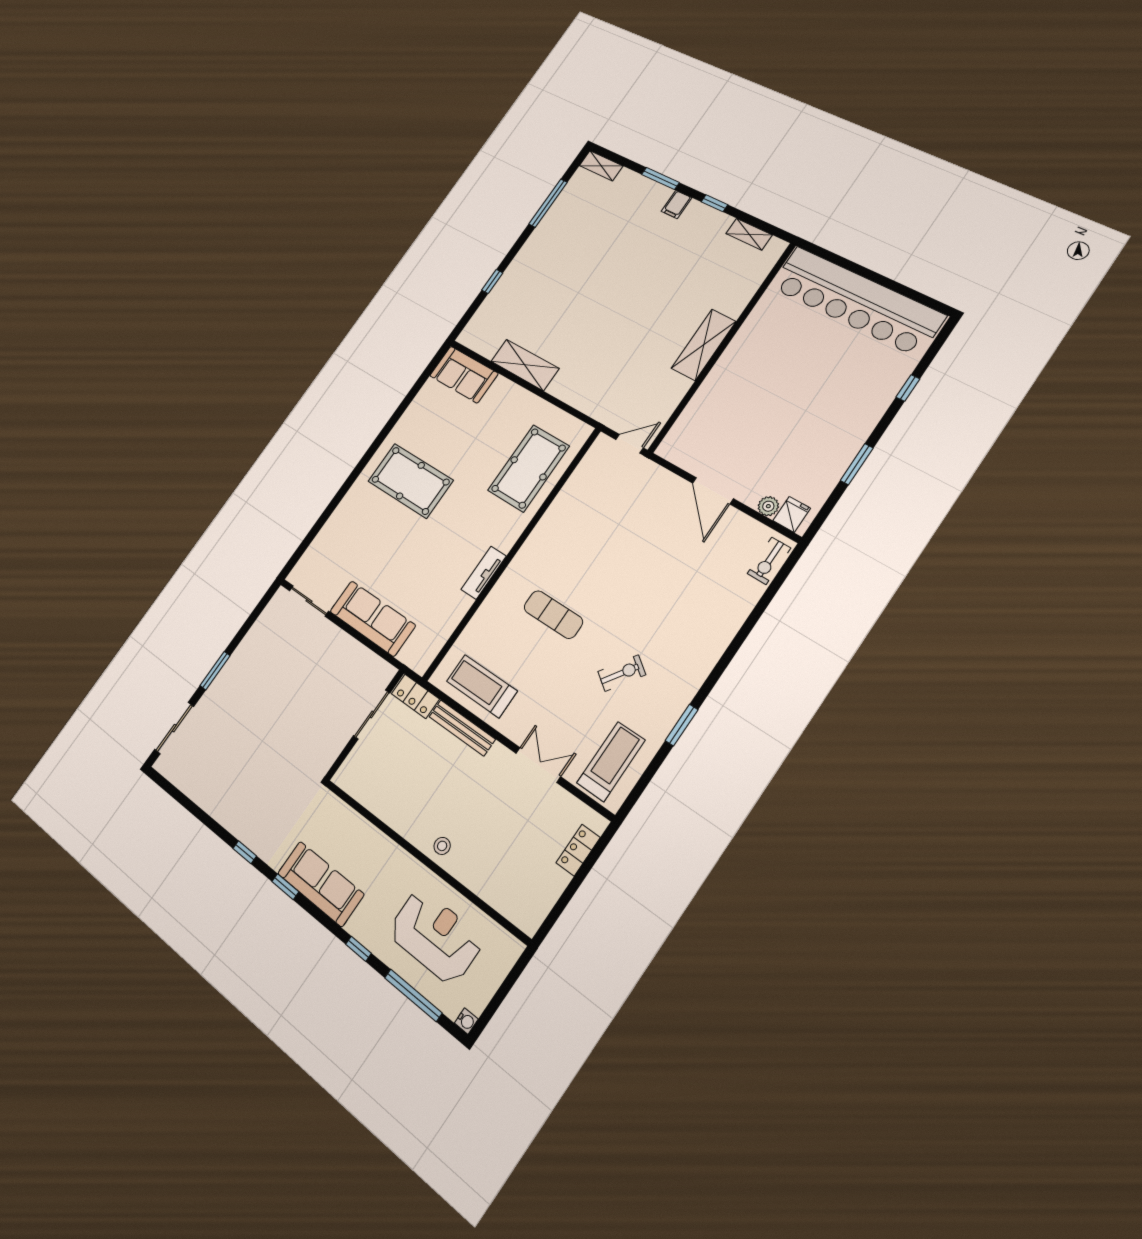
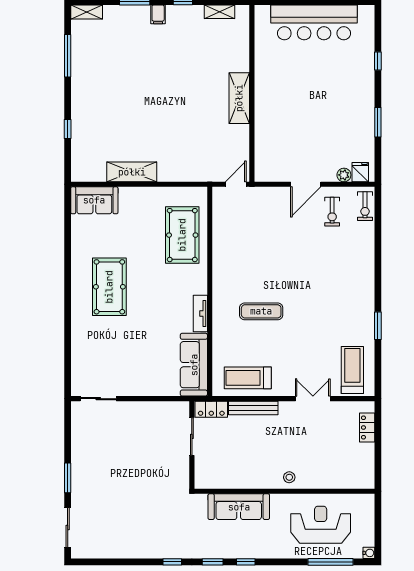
bar counter: (856, 301) -> (314, 22), width x0.73
pool table: (410, 481) -> (109, 287), turned 90
door: (713, 491) -> (306, 184), hinge flipped
sofa: (373, 618) -> (194, 365), moved, turned -90
exercise bike: (622, 673) -> (332, 212), moved, turned 145
sofa: (321, 884) -> (239, 507), moved, turned 180
window: (358, 949) -> (246, 562), moved

